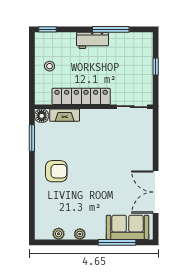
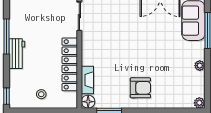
armchair: (56, 171) -> (140, 88), turned 90
plant: (59, 234) -> (199, 103), moved

